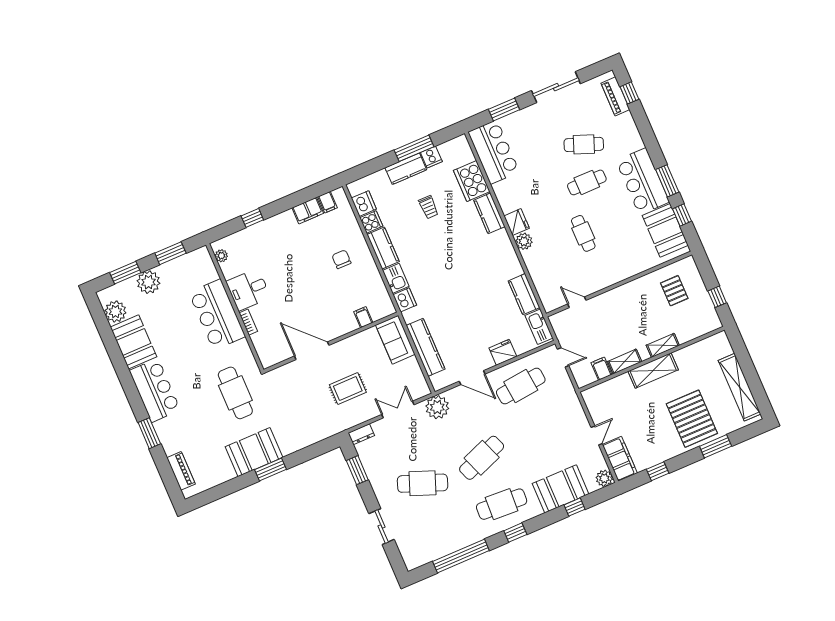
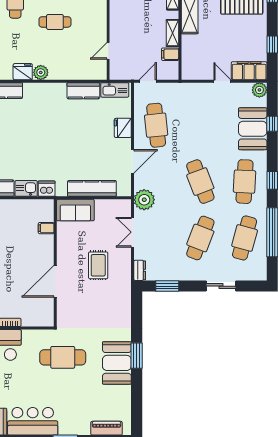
cafe table: (442, 530) -> (245, 238), added

